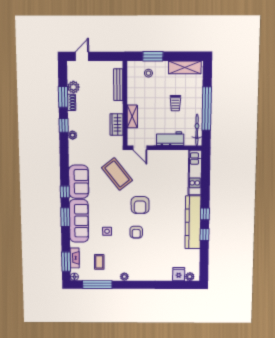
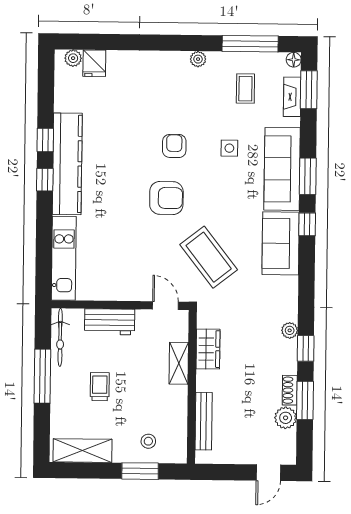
window: (207, 109) -> (42, 376), width x0.68
armchair: (140, 205) -> (166, 198), turned 90

